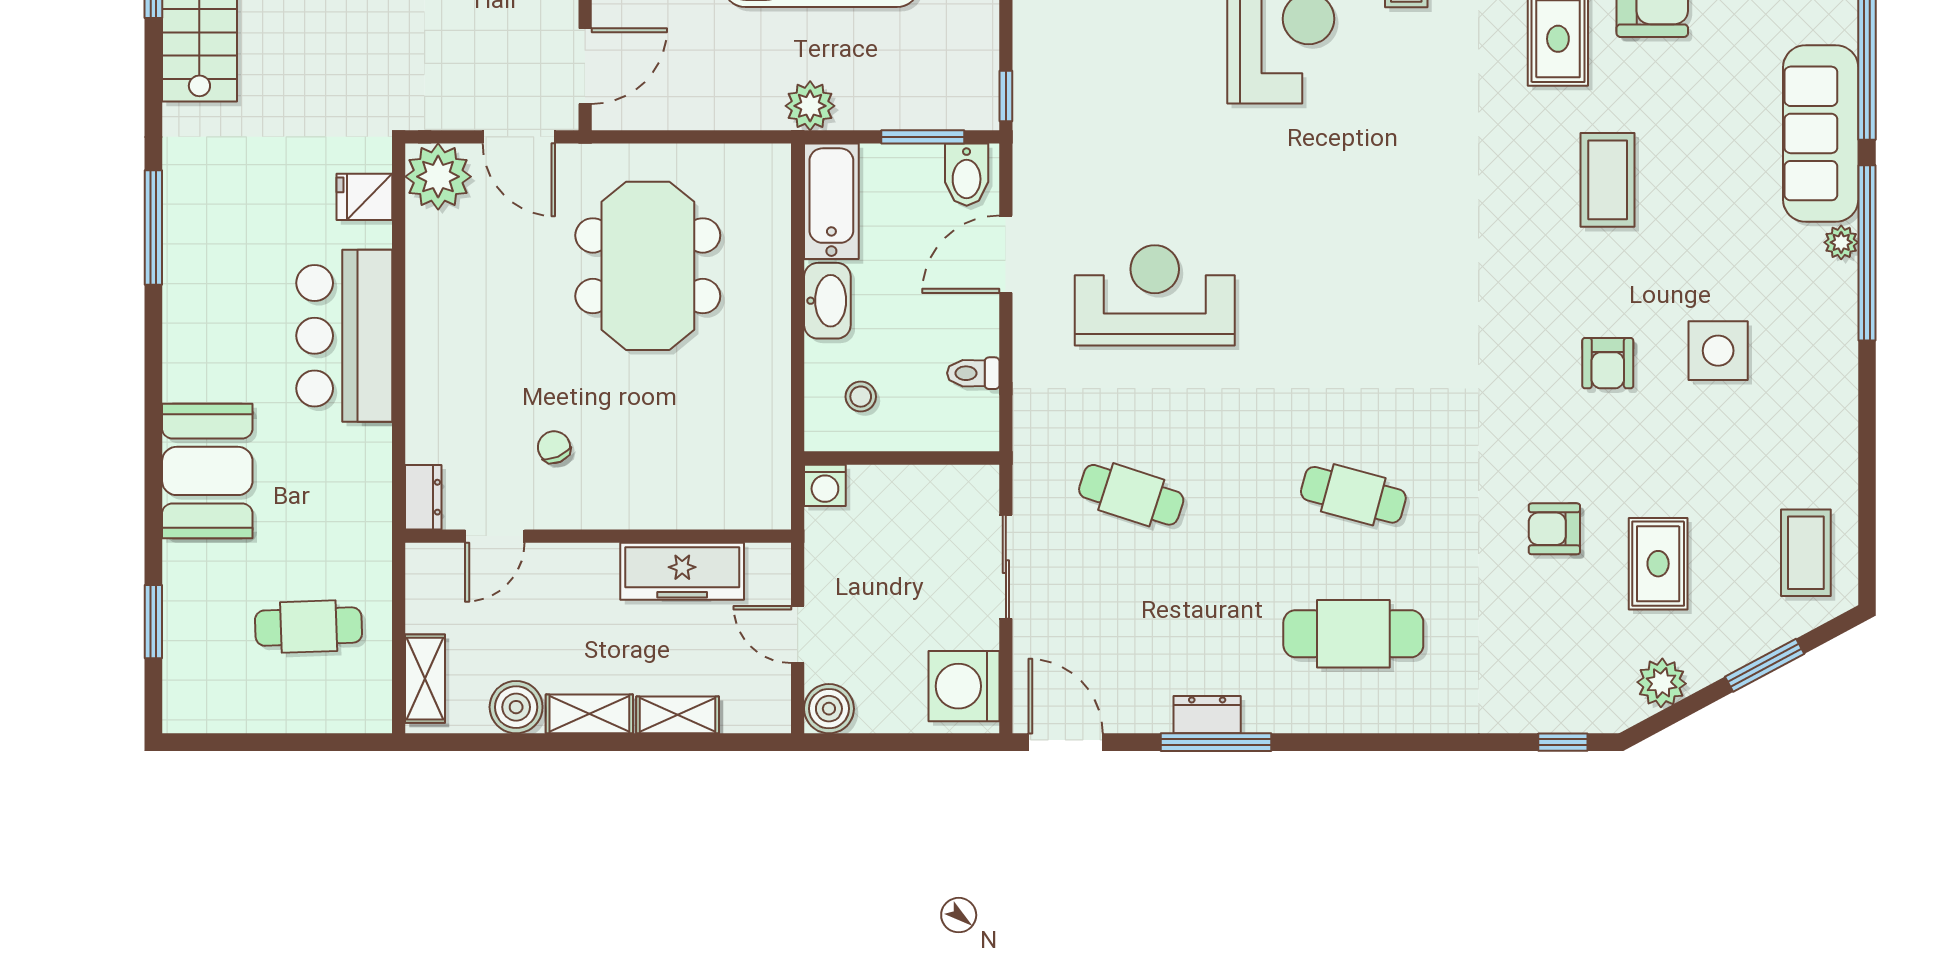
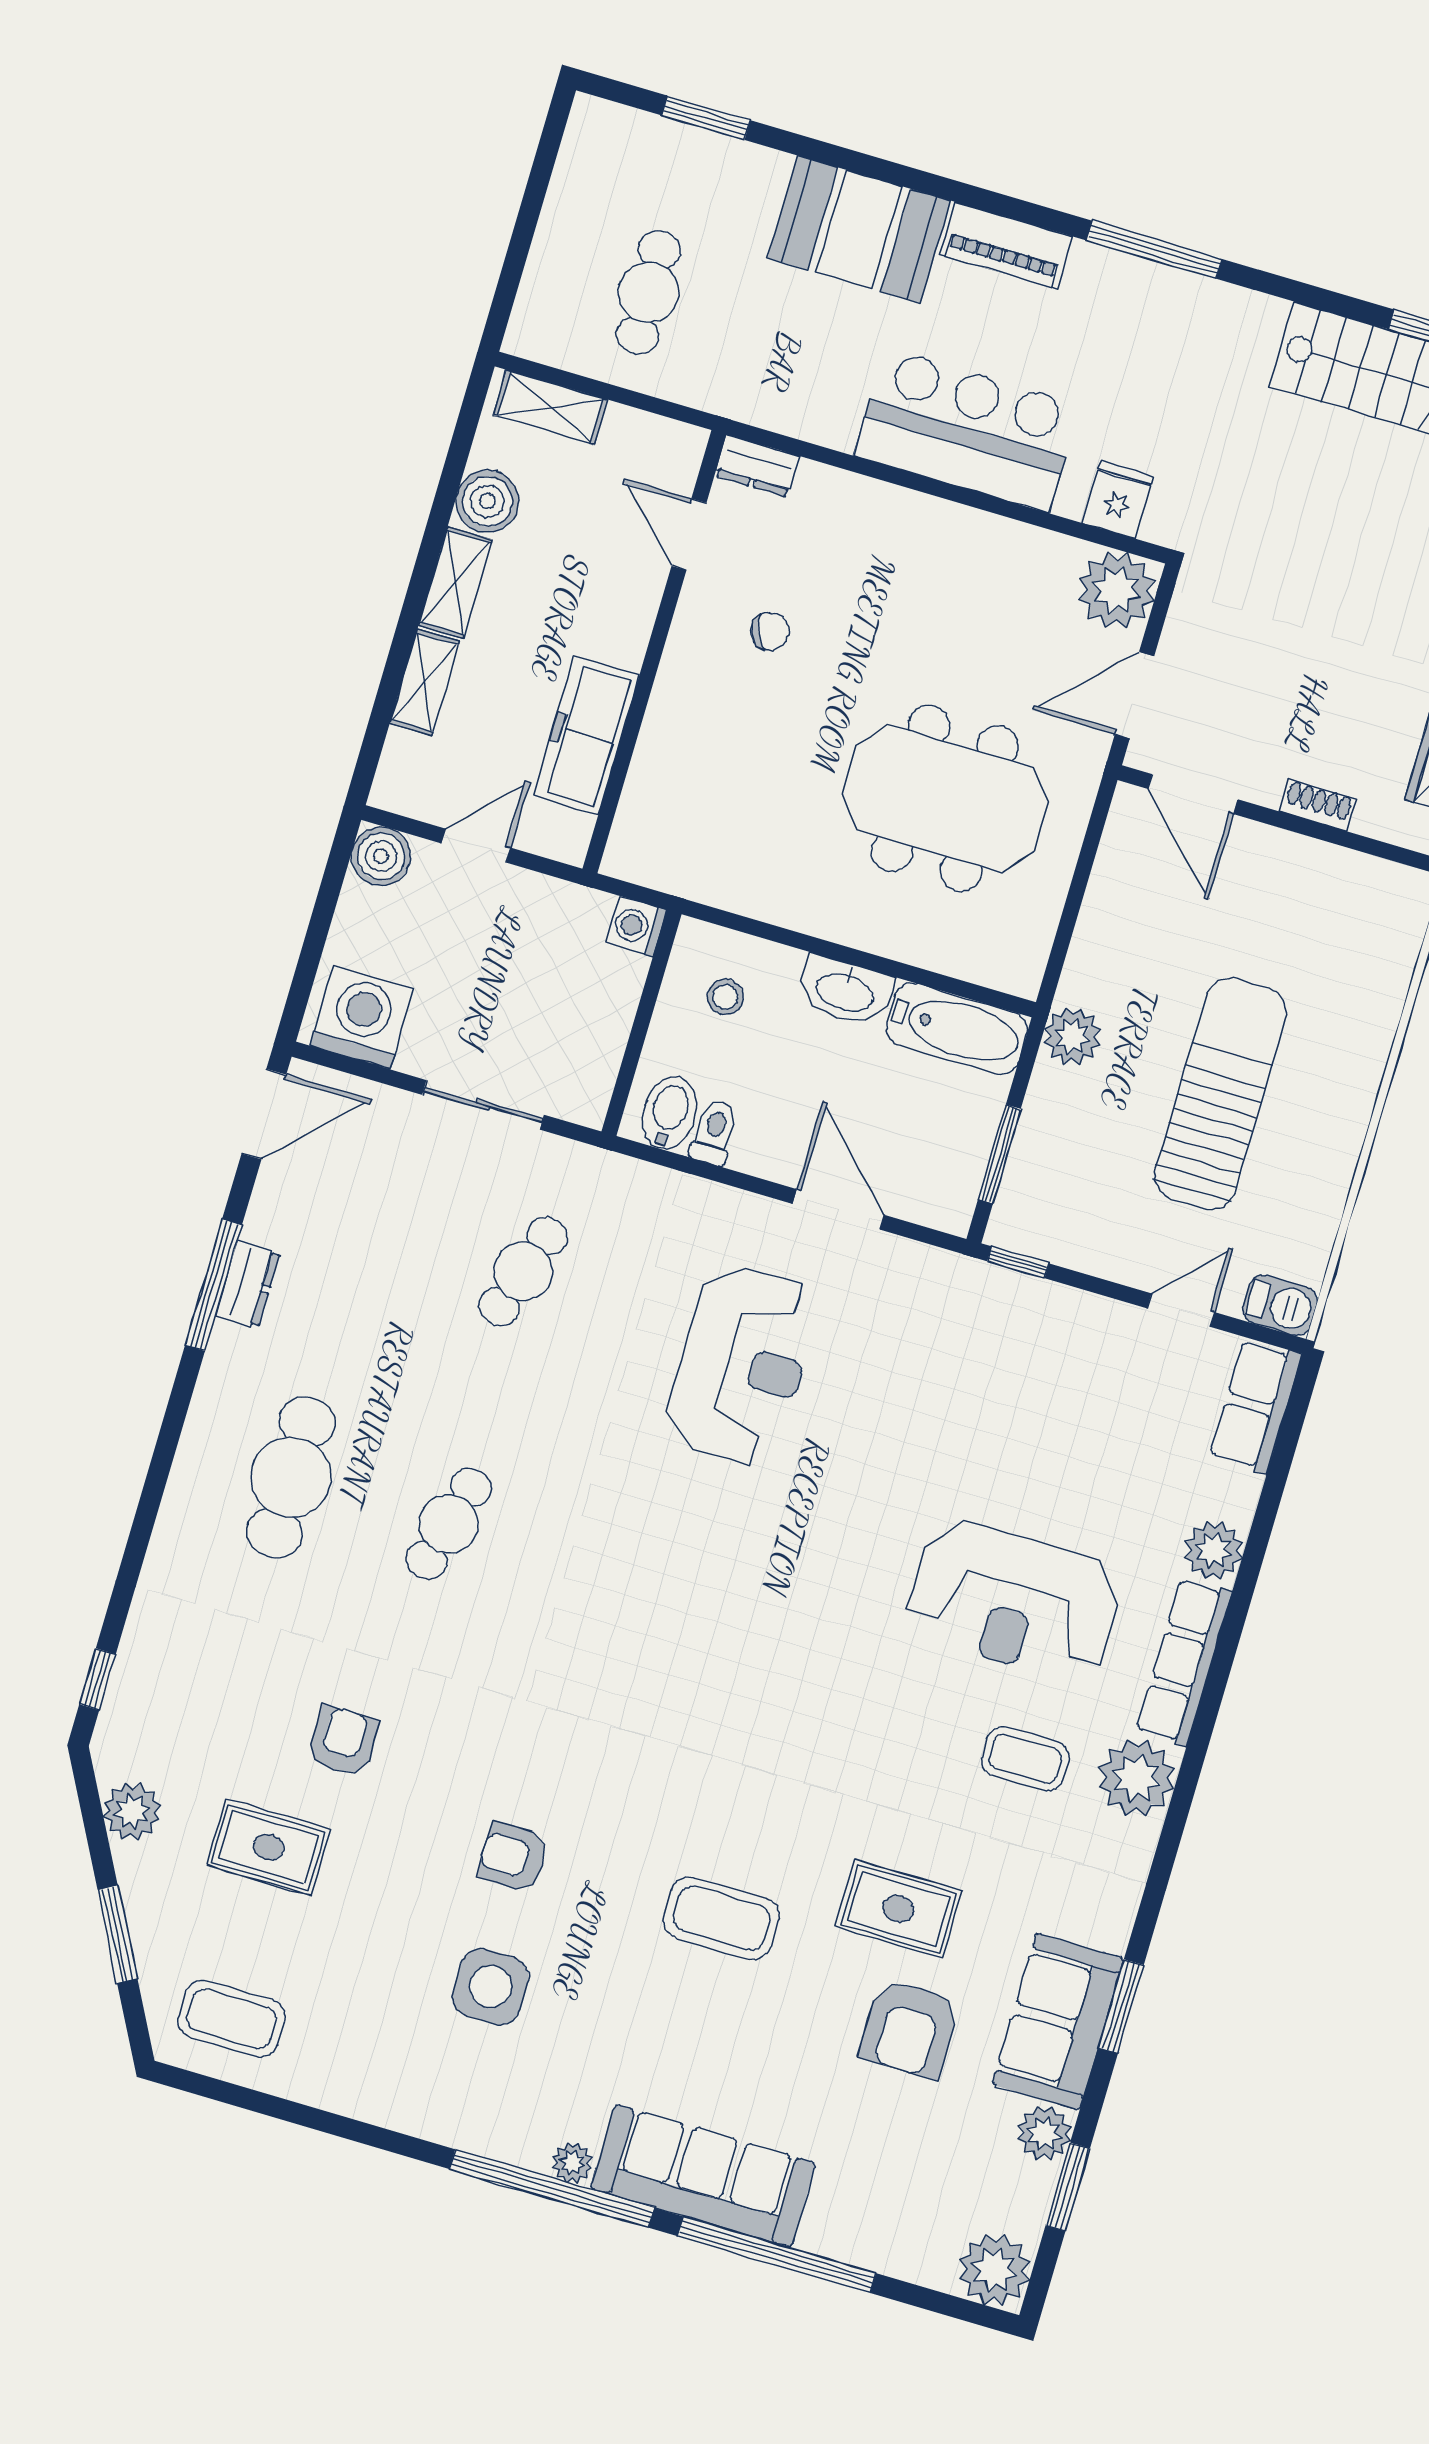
bidet: (967, 175) -> (669, 1113), moved, turned 90
piano: (185, 348) -> (1006, 245), added

